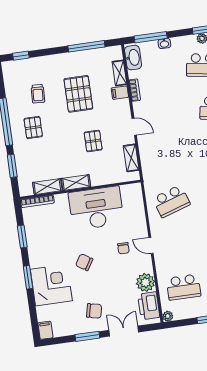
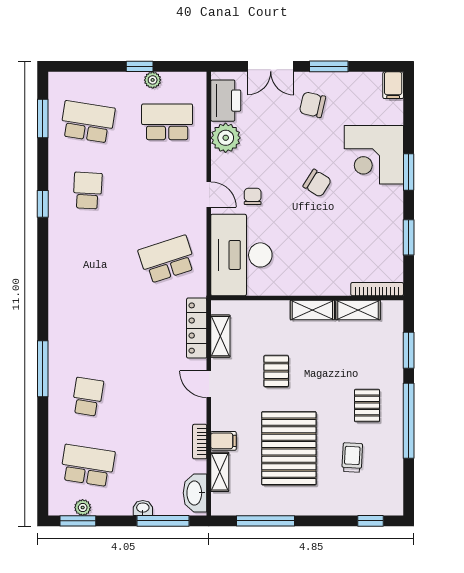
pallet: (78, 94) -> (289, 448), width x1.37, depth x1.41
locker: (147, 161) -> (197, 328), added
desk: (96, 208) -> (241, 255), moved, turned 90
plant: (168, 316) -> (153, 80), moved

